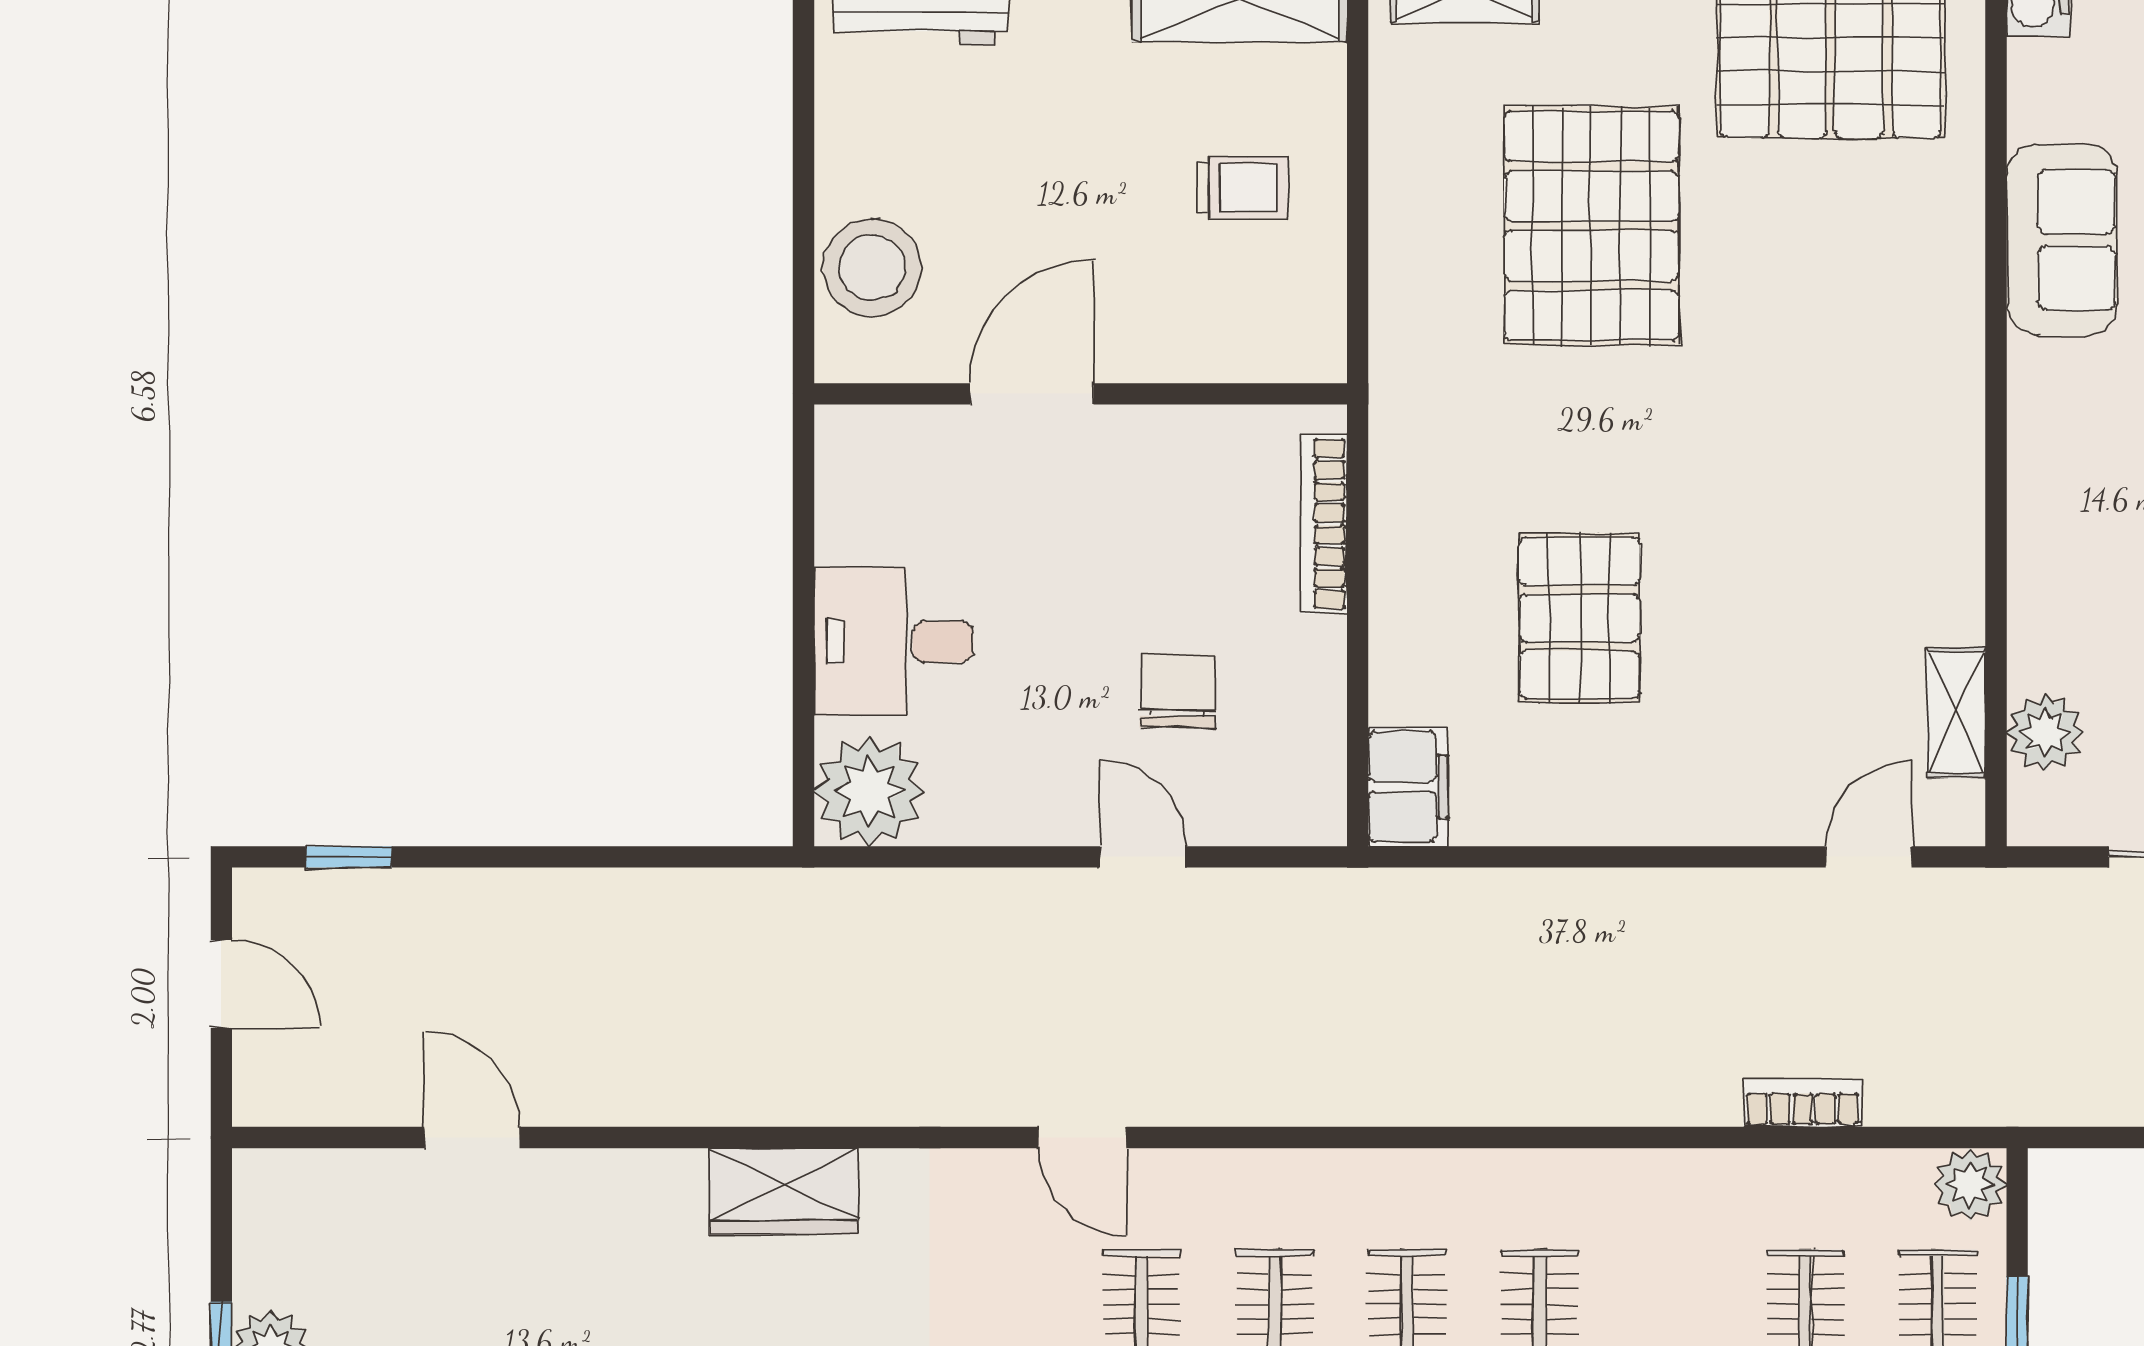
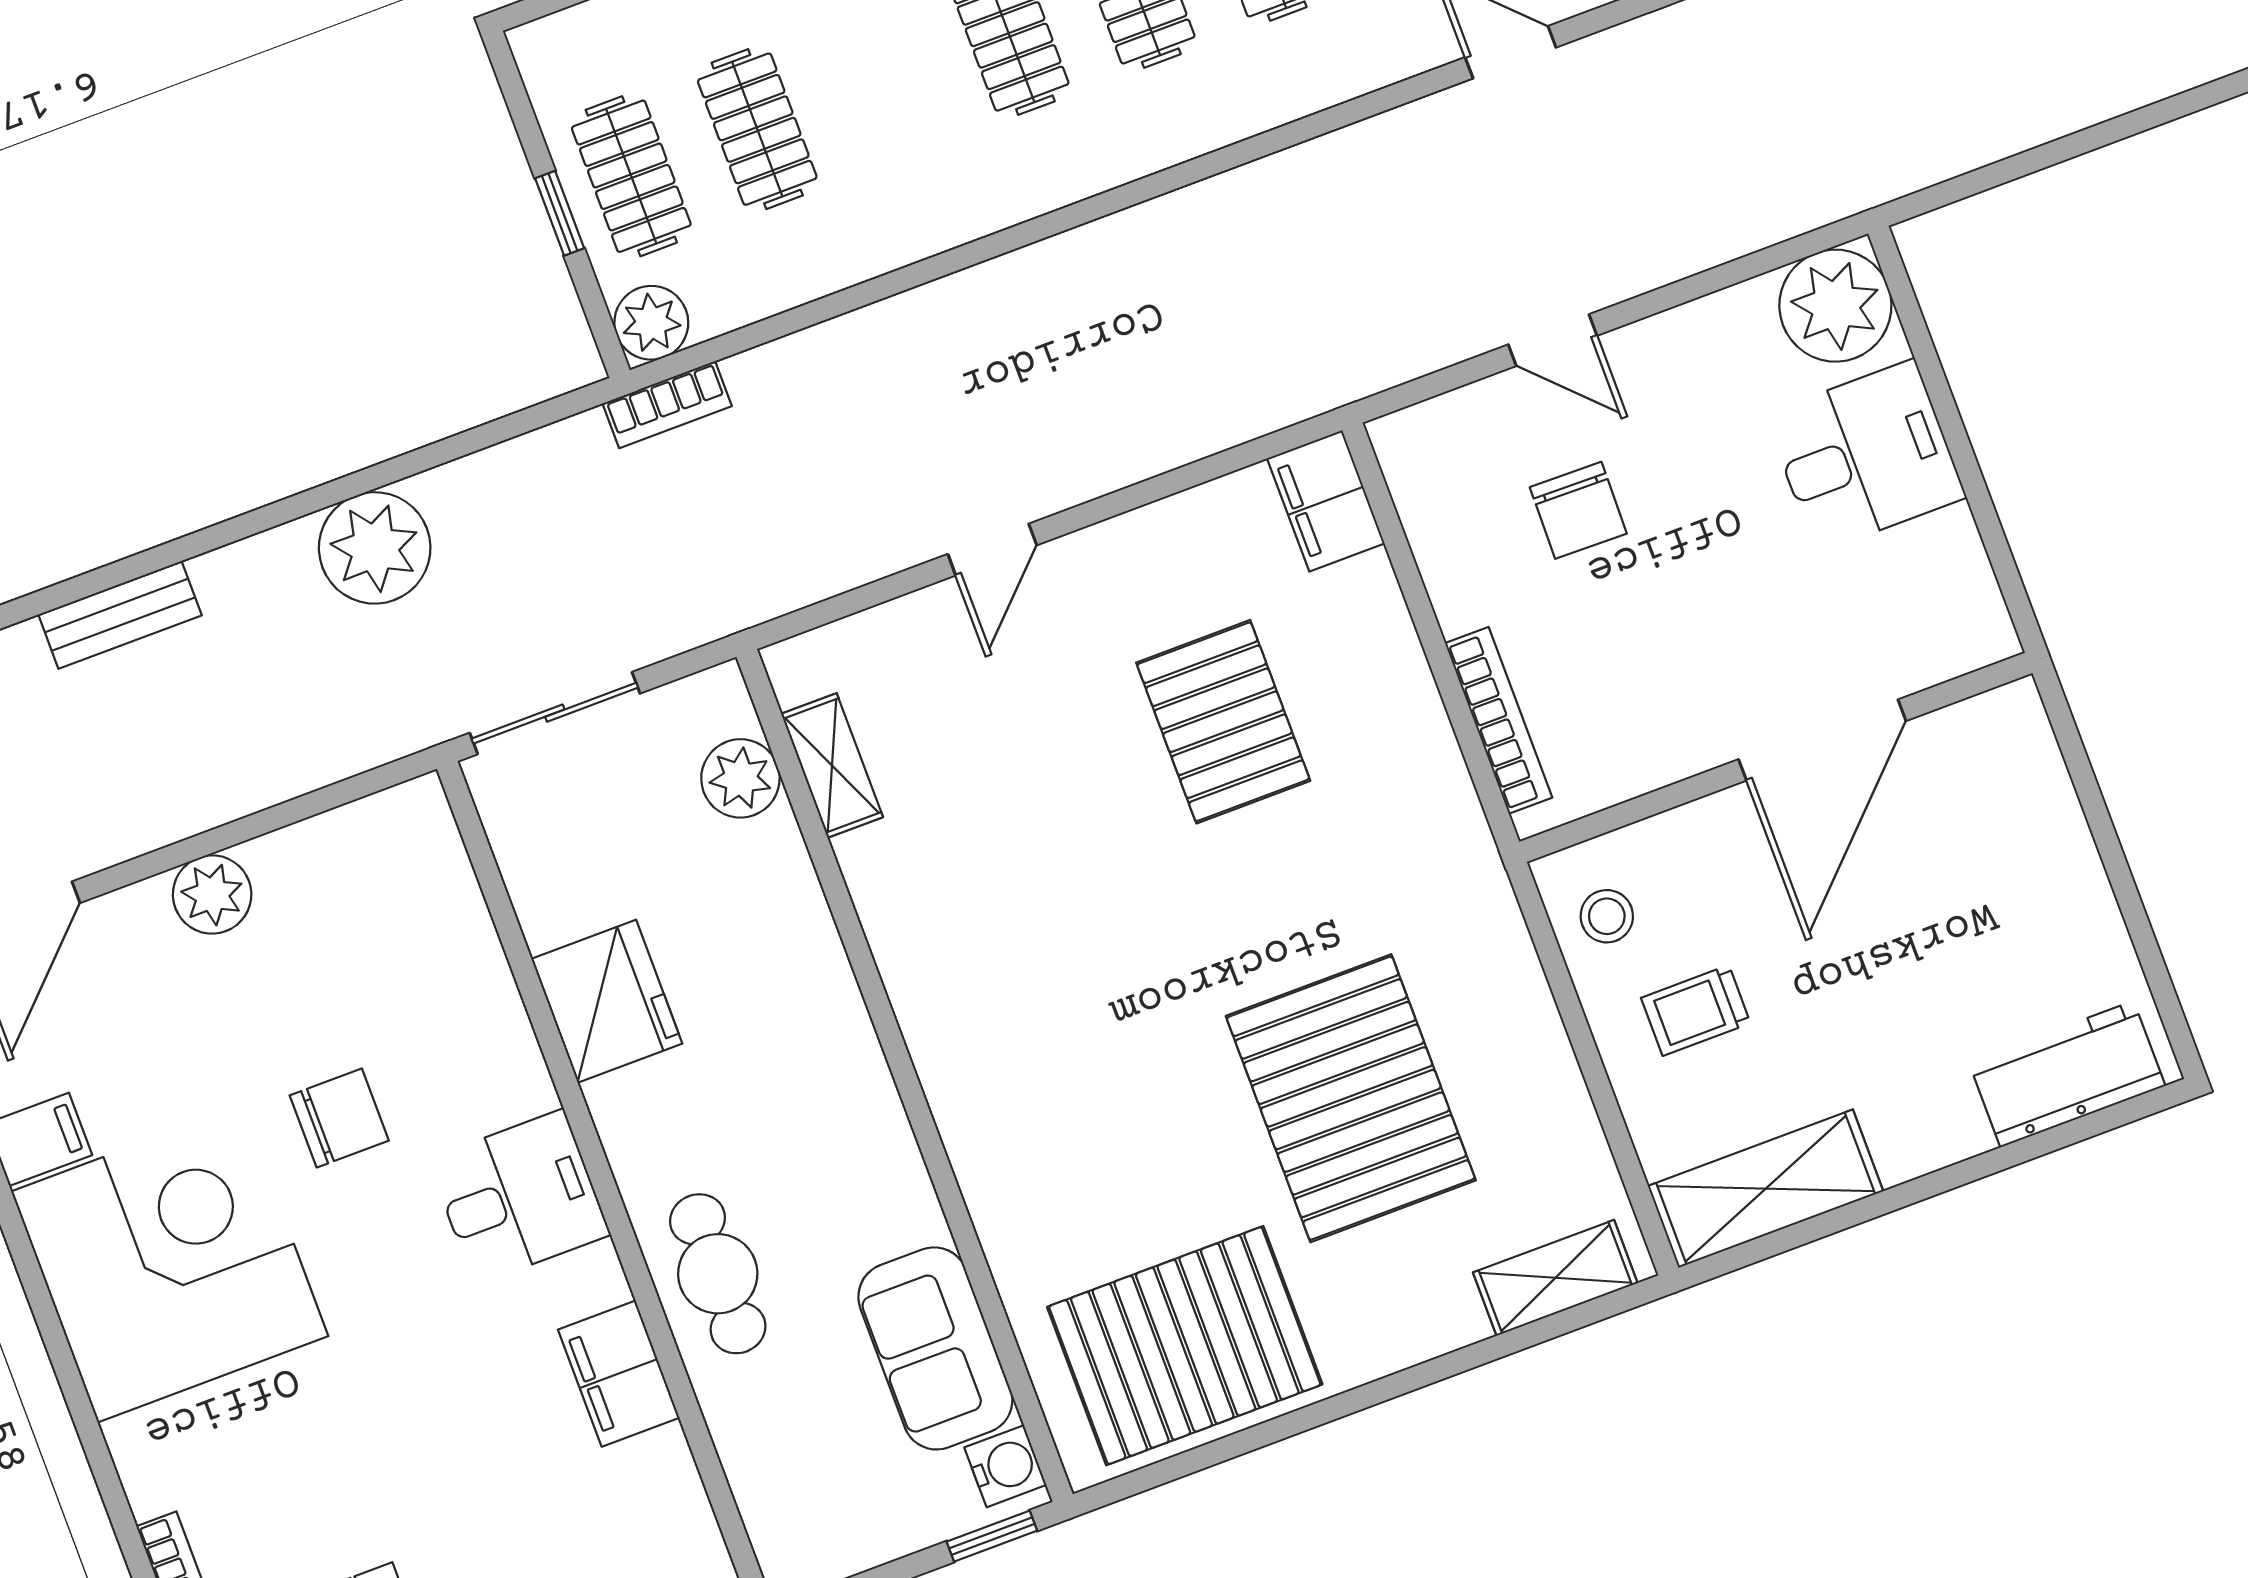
sofa: (2062, 240) -> (935, 1348), moved
stool: (872, 267) -> (1607, 916), moved, width x0.53, depth x0.53
door: (1032, 394) -> (1822, 740), width x1.36
door: (1869, 857) -> (992, 550), moved
bookcase: (1803, 1103) -> (667, 405), moved

